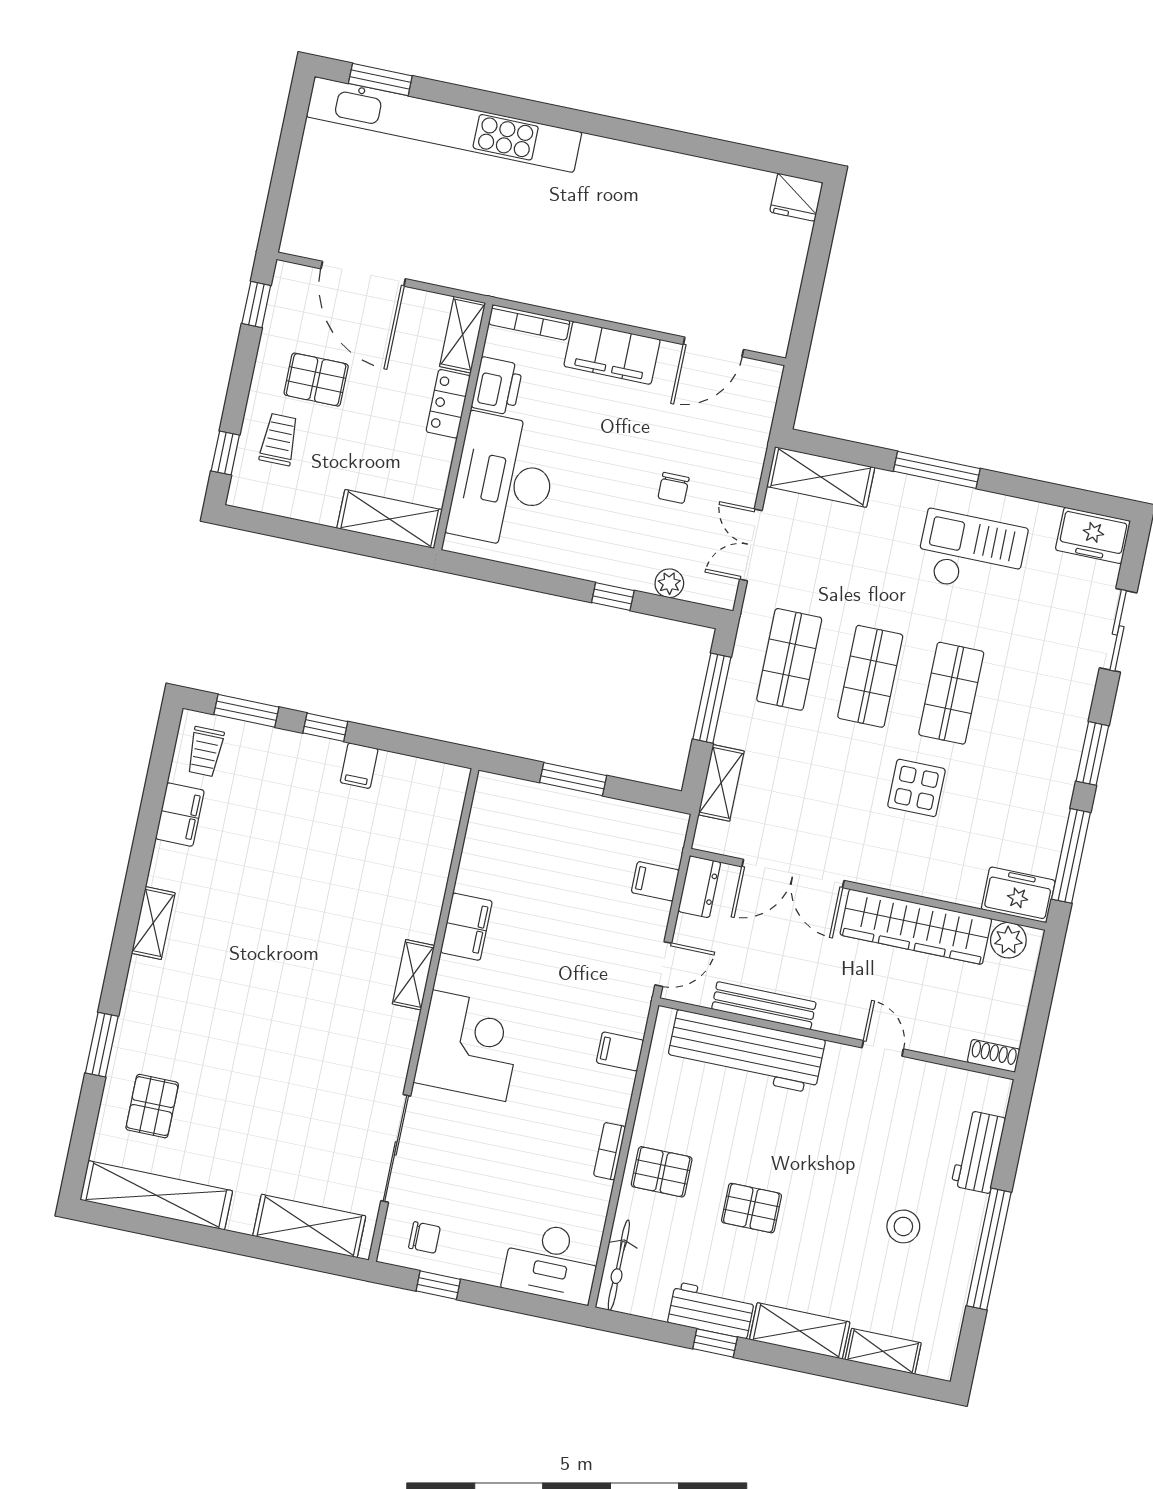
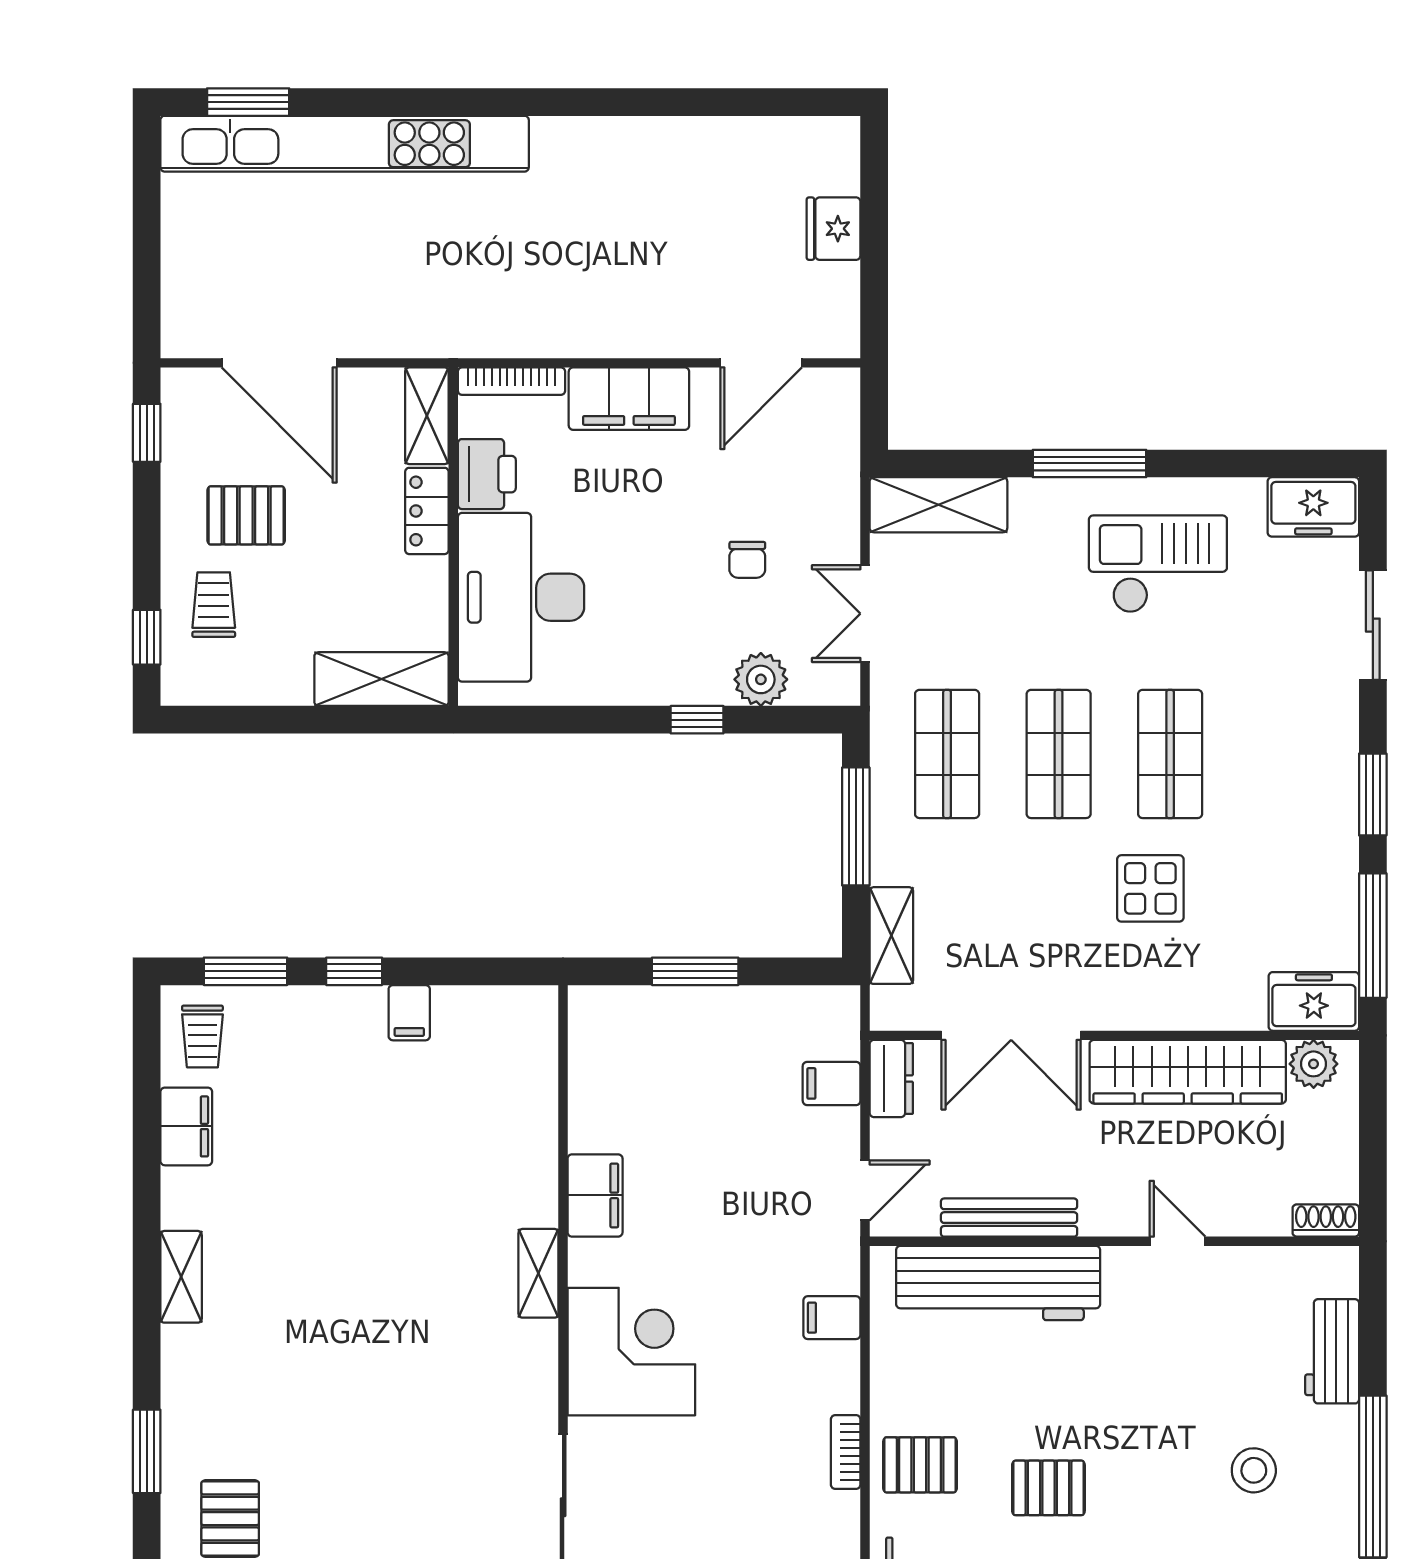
fridge: (796, 197) -> (834, 229), moved, turned 90
plant: (669, 583) -> (761, 679), width x1.38, depth x1.38

